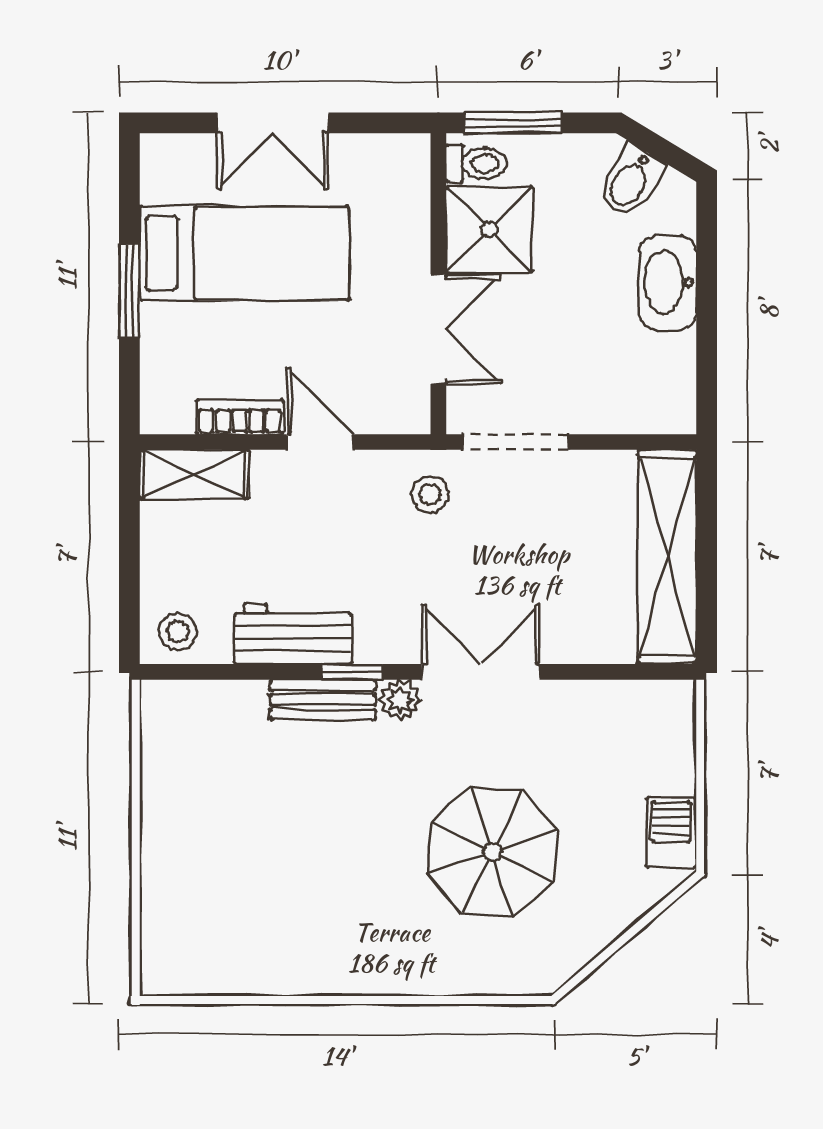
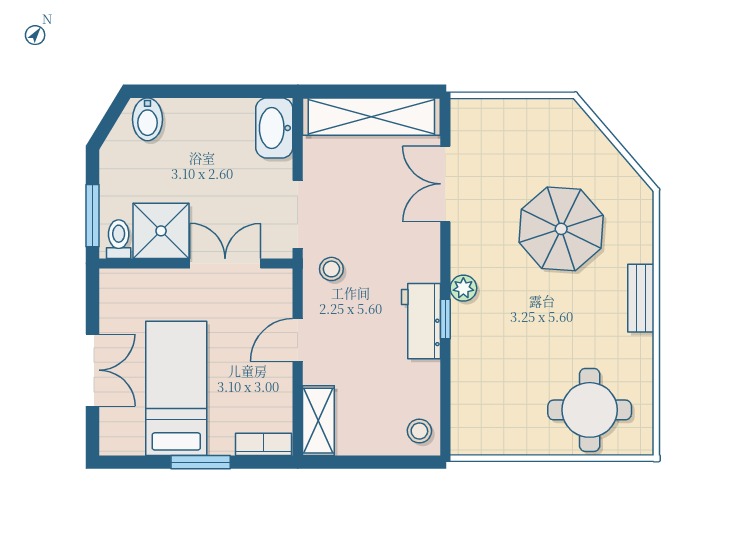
bidet: (630, 181) -> (148, 119), moved, turned 59
washbasin: (668, 283) -> (274, 128), moved, turned 90
bookcase: (240, 417) -> (263, 444), moved, turned 90
workbench: (293, 634) -> (421, 321), moved
double door: (481, 672) -> (445, 184), moved
bench: (323, 700) -> (641, 298), moved
barbecue: (671, 832) -> (549, 114), removed
round table: (211, 896) -> (590, 410), added

